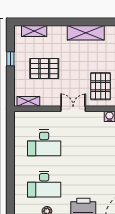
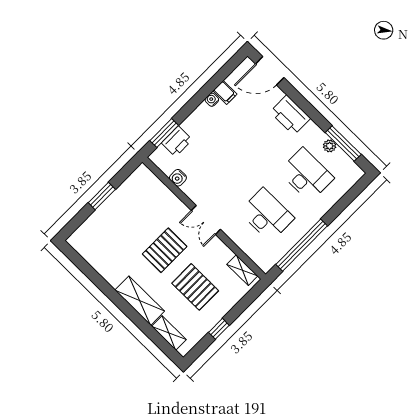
shelving: (86, 33) -> (140, 301), moved
pallet: (101, 86) -> (165, 250), moved
window: (10, 145) -> (302, 245), added

